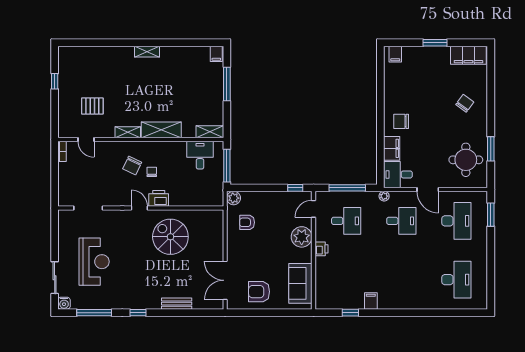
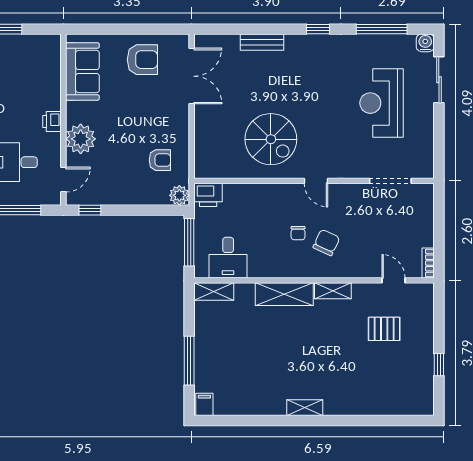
printer: (159, 198) -> (208, 195), moved

